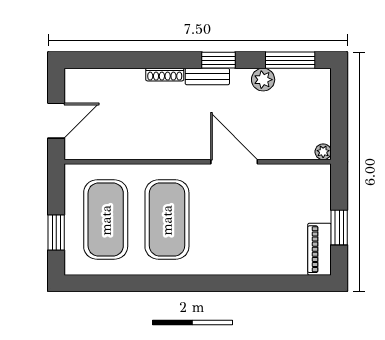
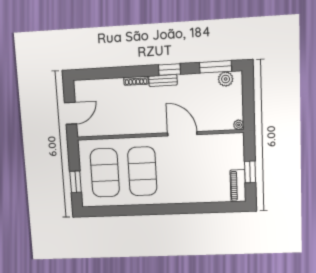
plant: (263, 80) -> (226, 79), moved

